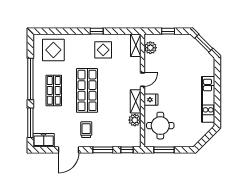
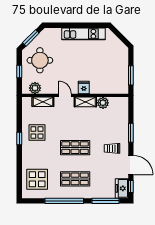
shelving: (136, 45) -> (43, 102), moved
shop shelf: (87, 90) -> (75, 148), width x0.70, depth x0.74
round table: (160, 126) -> (40, 60), moved
window: (127, 150) -> (131, 187), moved

